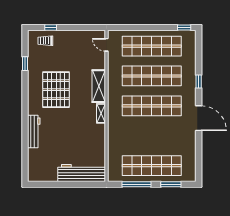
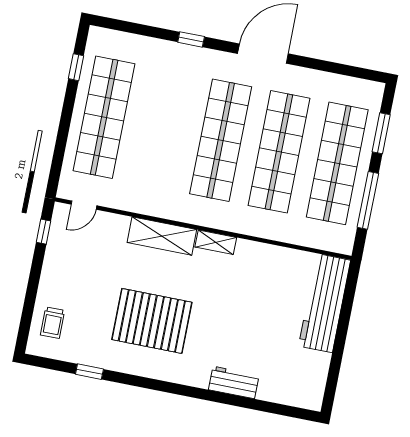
window: (51, 27) -> (43, 232), moved
window: (184, 27) -> (76, 67), moved
shop shelf: (152, 76) -> (279, 152), moved
workbench: (34, 131) -> (234, 382), width x0.73

